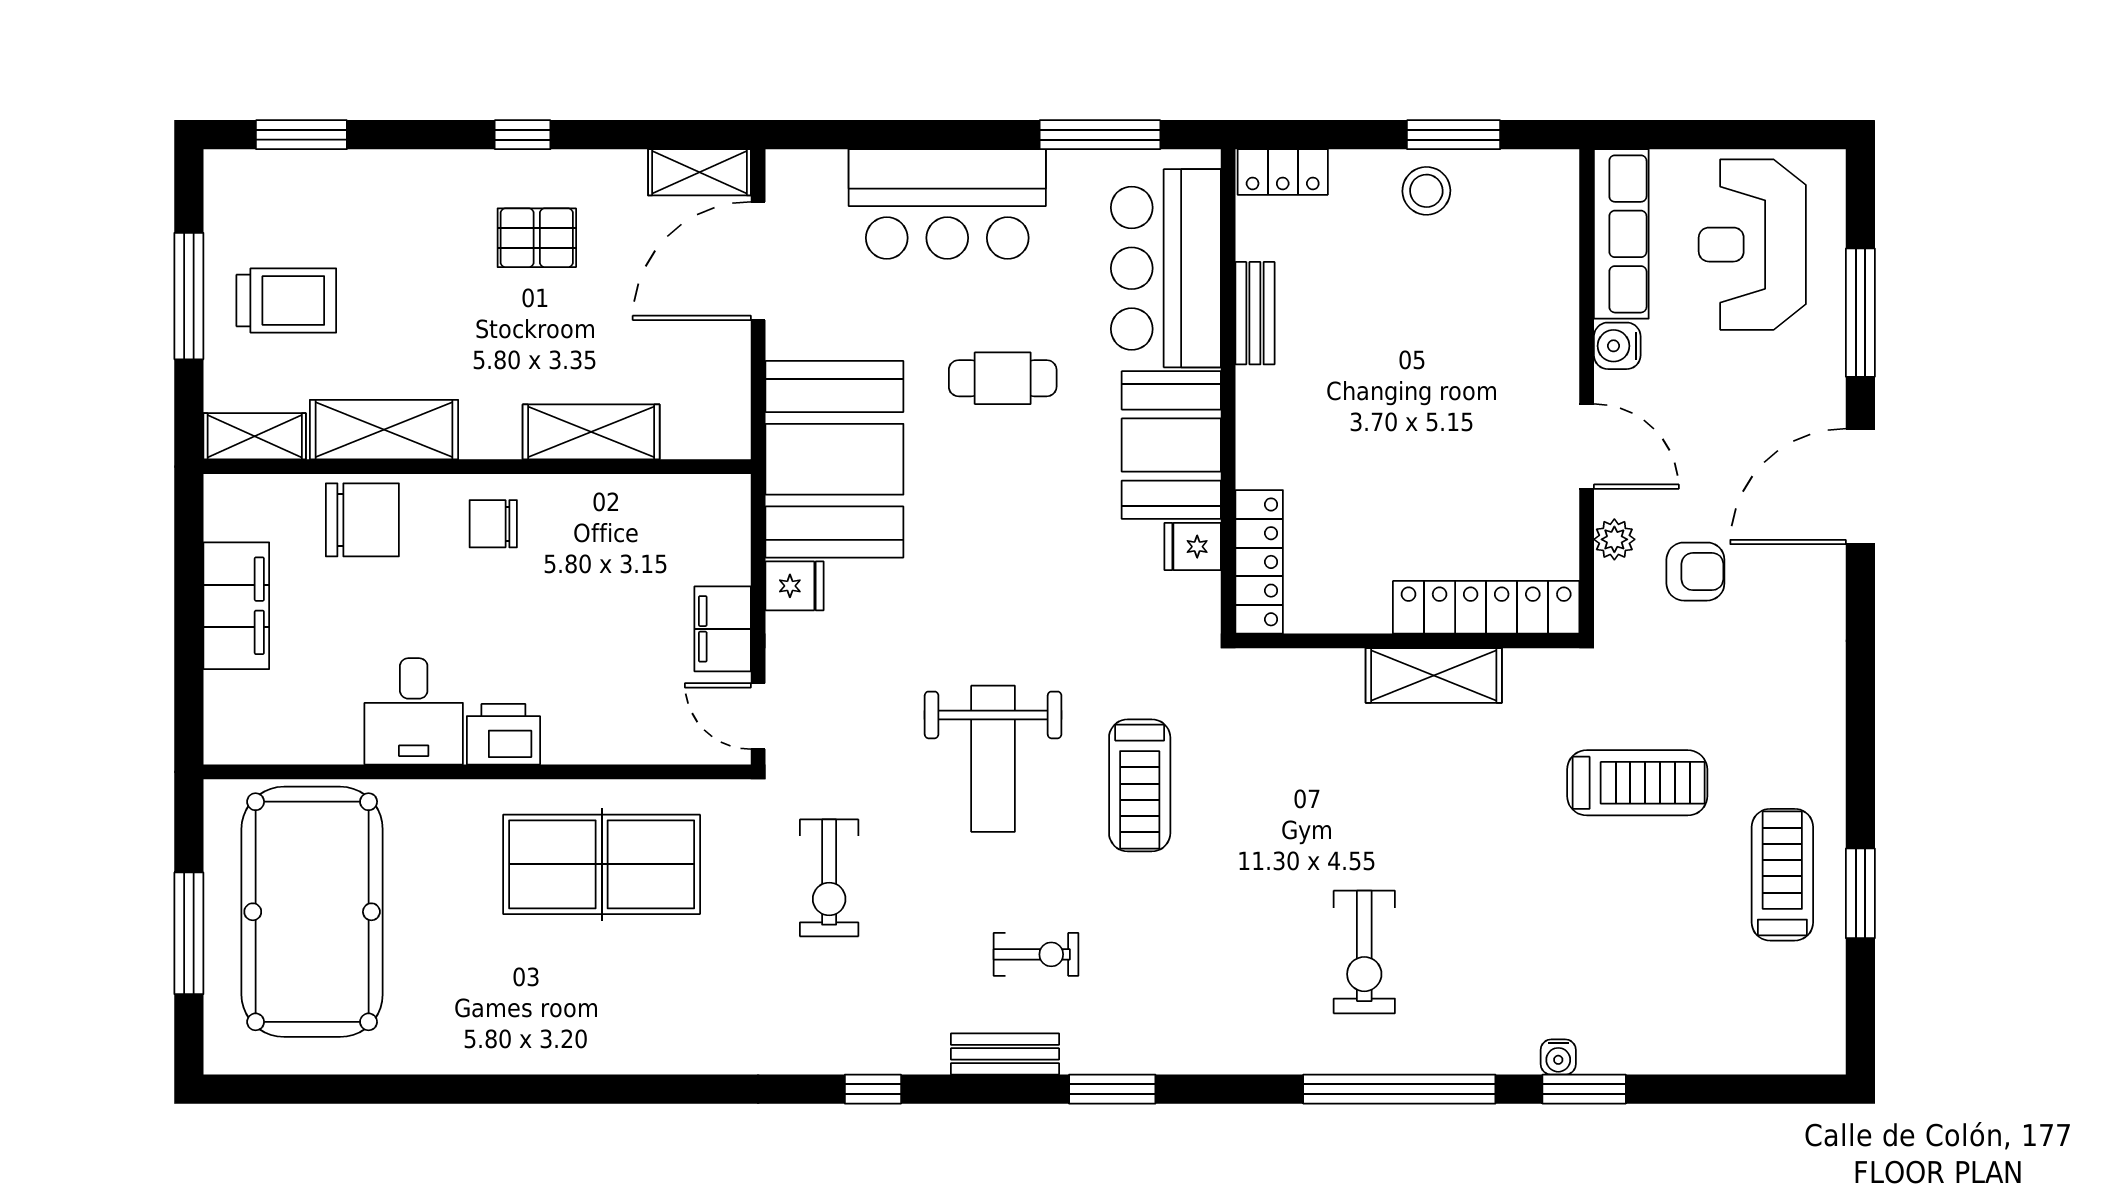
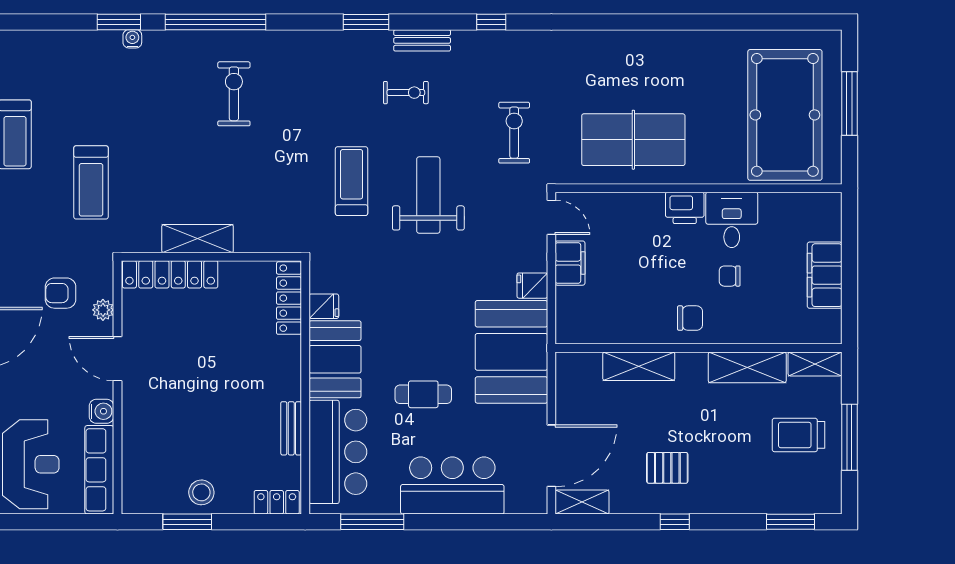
chair: (362, 520) -> (730, 276), moved, width x0.54, depth x0.54
treadmill: (1637, 783) -> (91, 182), turned -90
exercise bike: (1036, 954) -> (406, 93), turned 180

